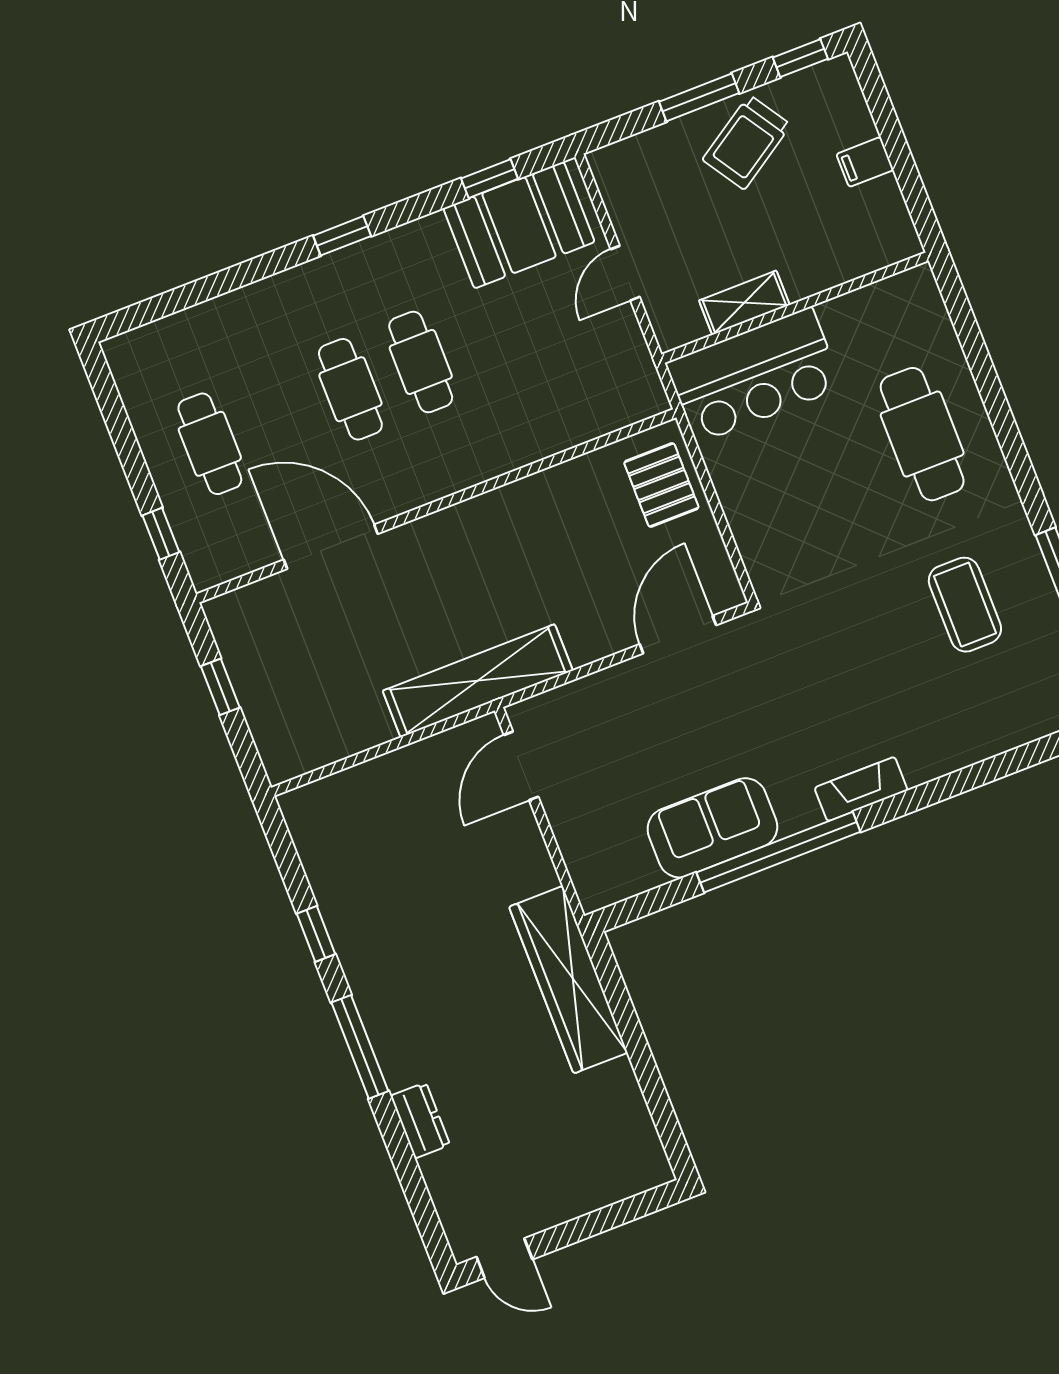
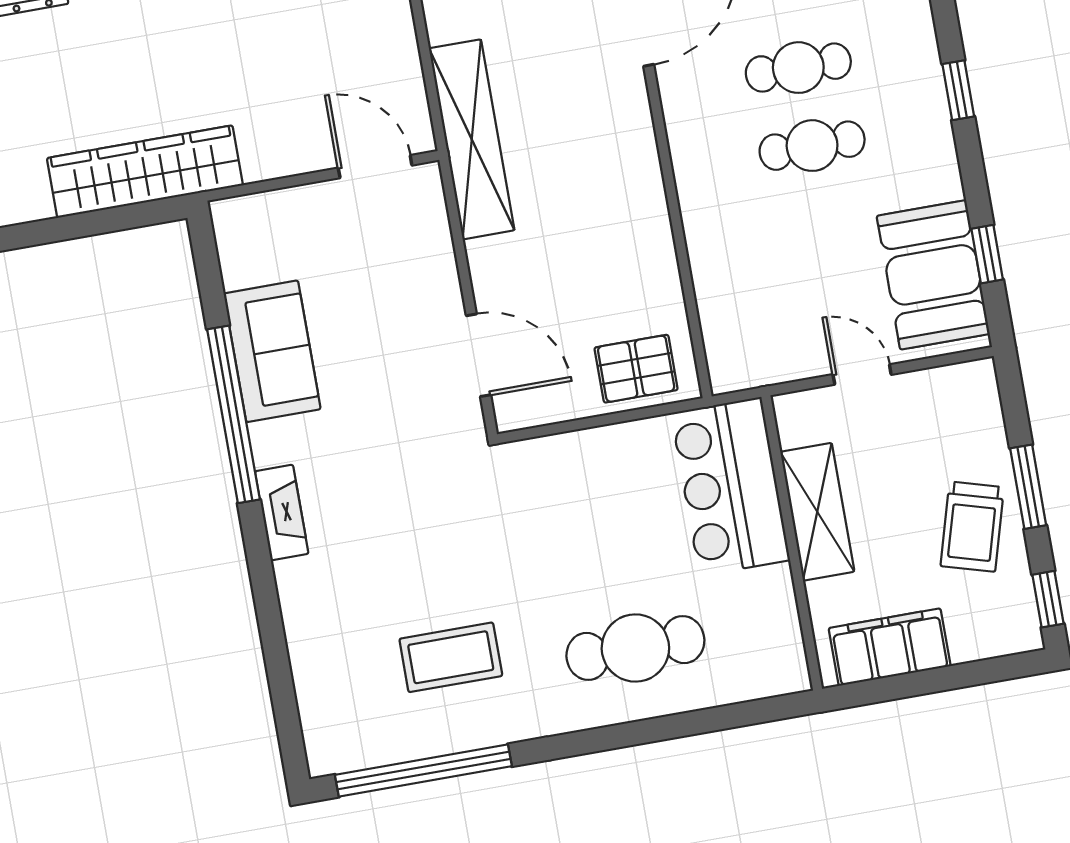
trolley: (747, 142) -> (972, 527), turned -131
filing cabinet: (865, 162) -> (890, 647), width x3.00, depth x1.17
shelving: (744, 303) -> (817, 512), width x1.50, depth x1.33

